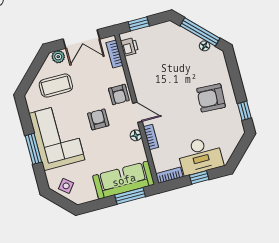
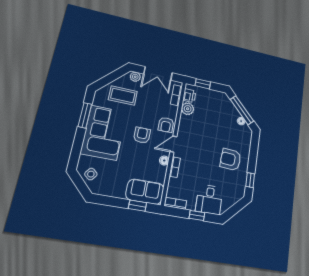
plant: (135, 63) -> (188, 109), added
door: (137, 112) -> (173, 144), swing flipped
window: (33, 149) -> (85, 115), moved
desk: (200, 156) -> (209, 199), width x0.73
sofa: (124, 180) -> (145, 192), width x0.73
window: (130, 196) -> (137, 206), width x0.67

